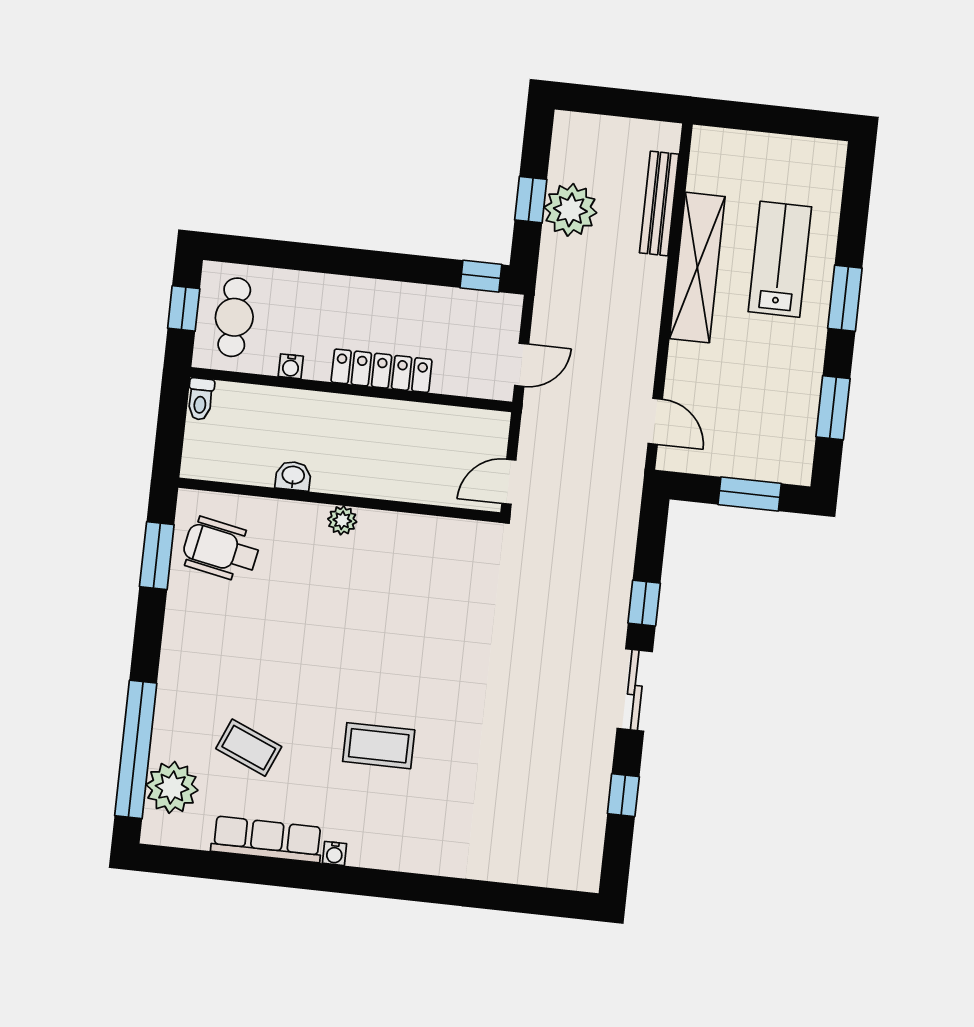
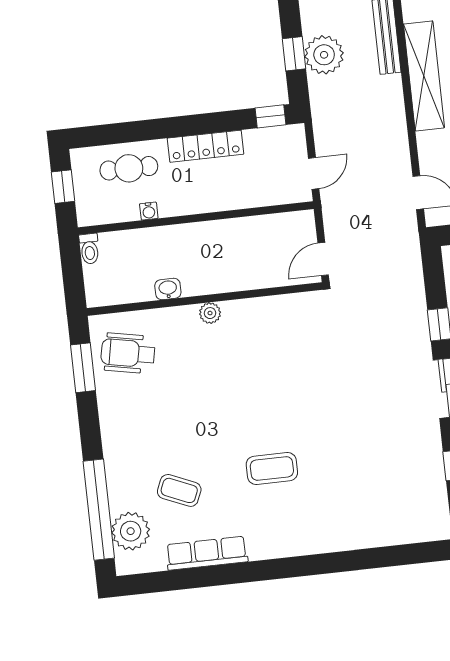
cafe table: (234, 317) -> (129, 168), moved, turned 90
locker: (382, 371) -> (206, 146), moved, turned 180
water cooler: (334, 853) -> (257, 553), removed

